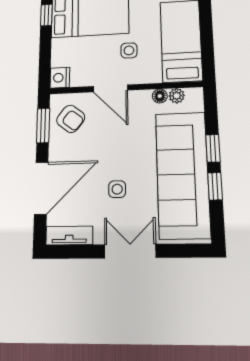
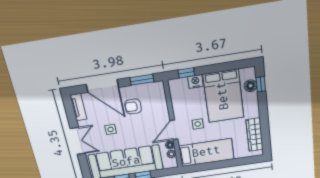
window: (46, 15) -> (186, 73), moved
nightstand: (60, 78) -> (195, 82), moved
door: (110, 88) -> (174, 130), moved
armchair: (71, 119) -> (133, 106), moved, turned 52

